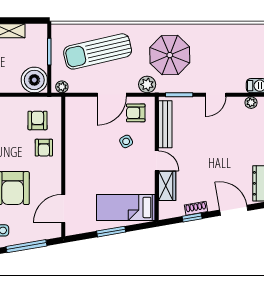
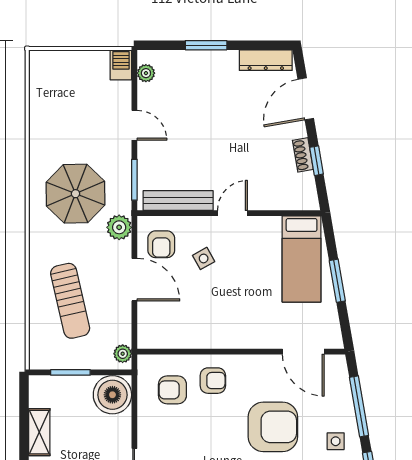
sun lounger: (98, 51) -> (70, 301), width x0.73, depth x0.75
wardrobe: (167, 186) -> (270, 198), removed

